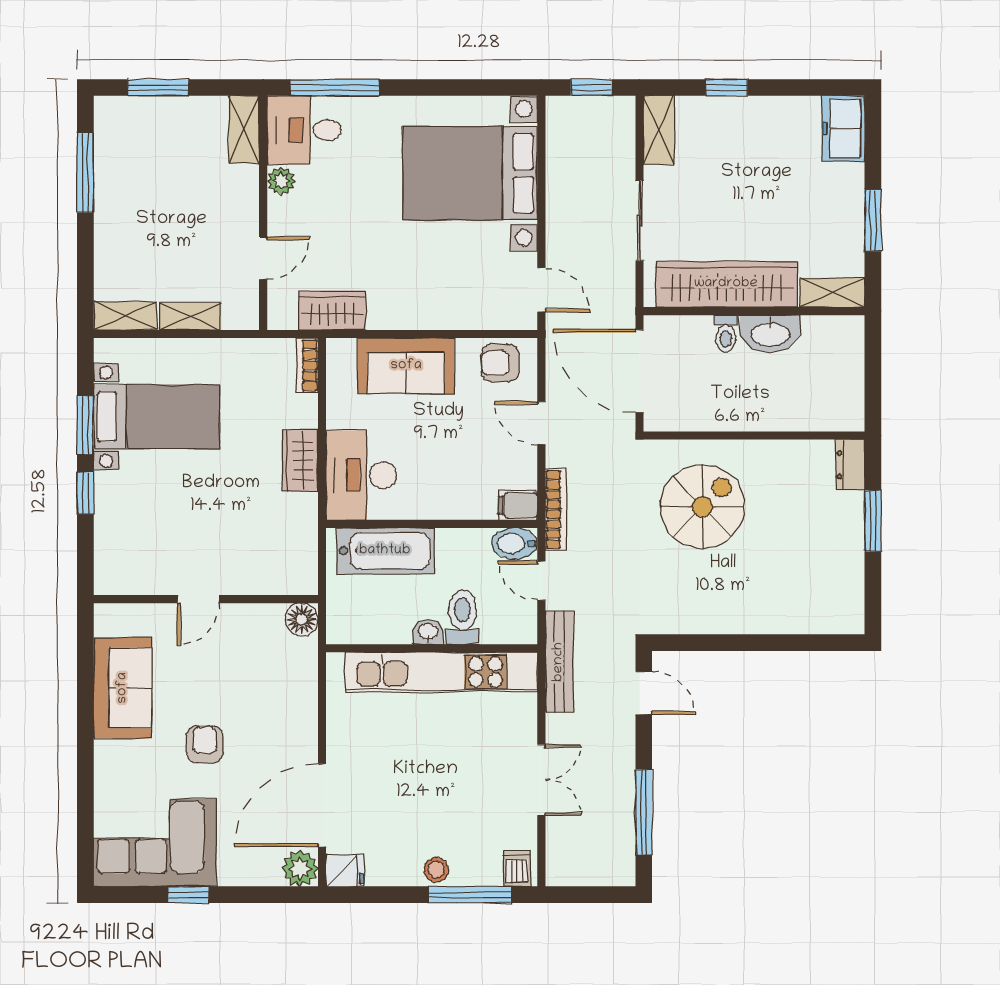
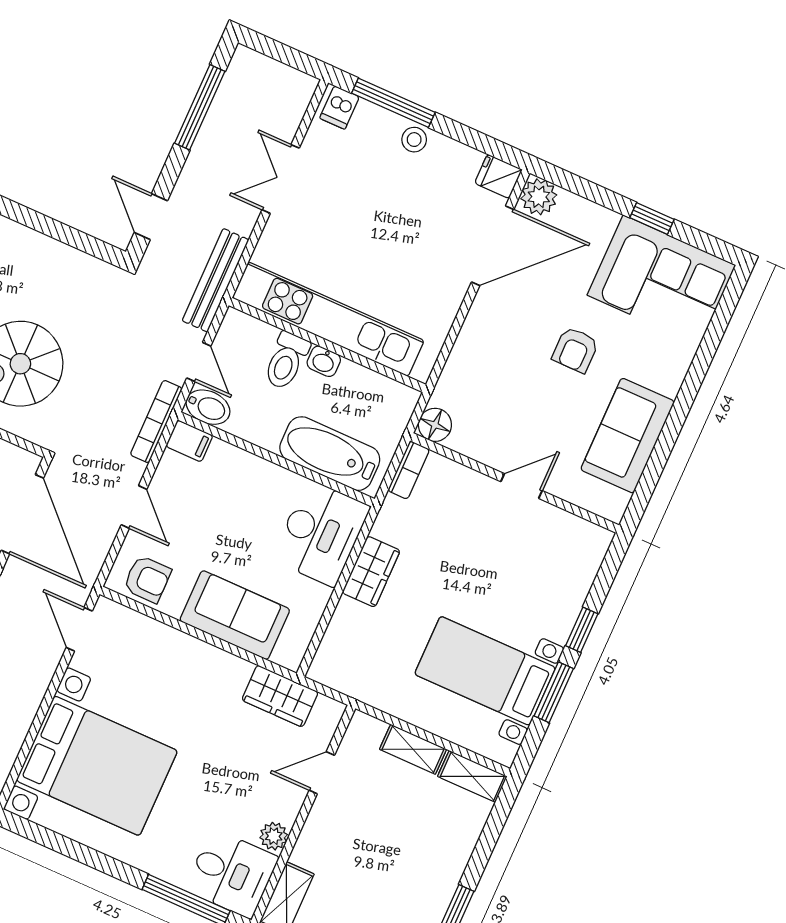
bookcase: (307, 365) -> (409, 470), moved

